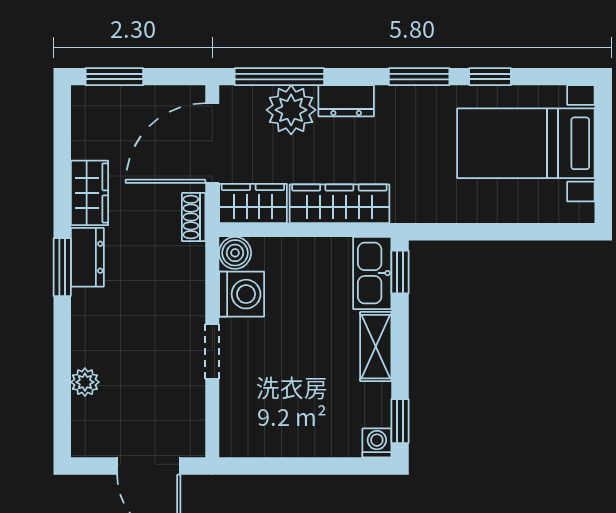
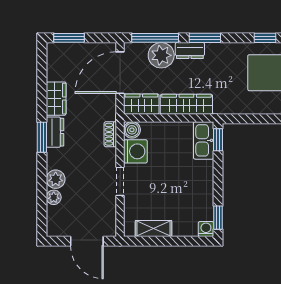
window: (419, 77) -> (205, 38), moved
shoe rack: (194, 217) -> (110, 134), moved
plant: (89, 347) -> (56, 179), added
shelving: (376, 347) -> (154, 228), moved, turned 90

